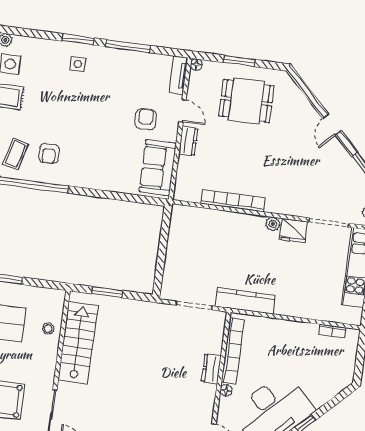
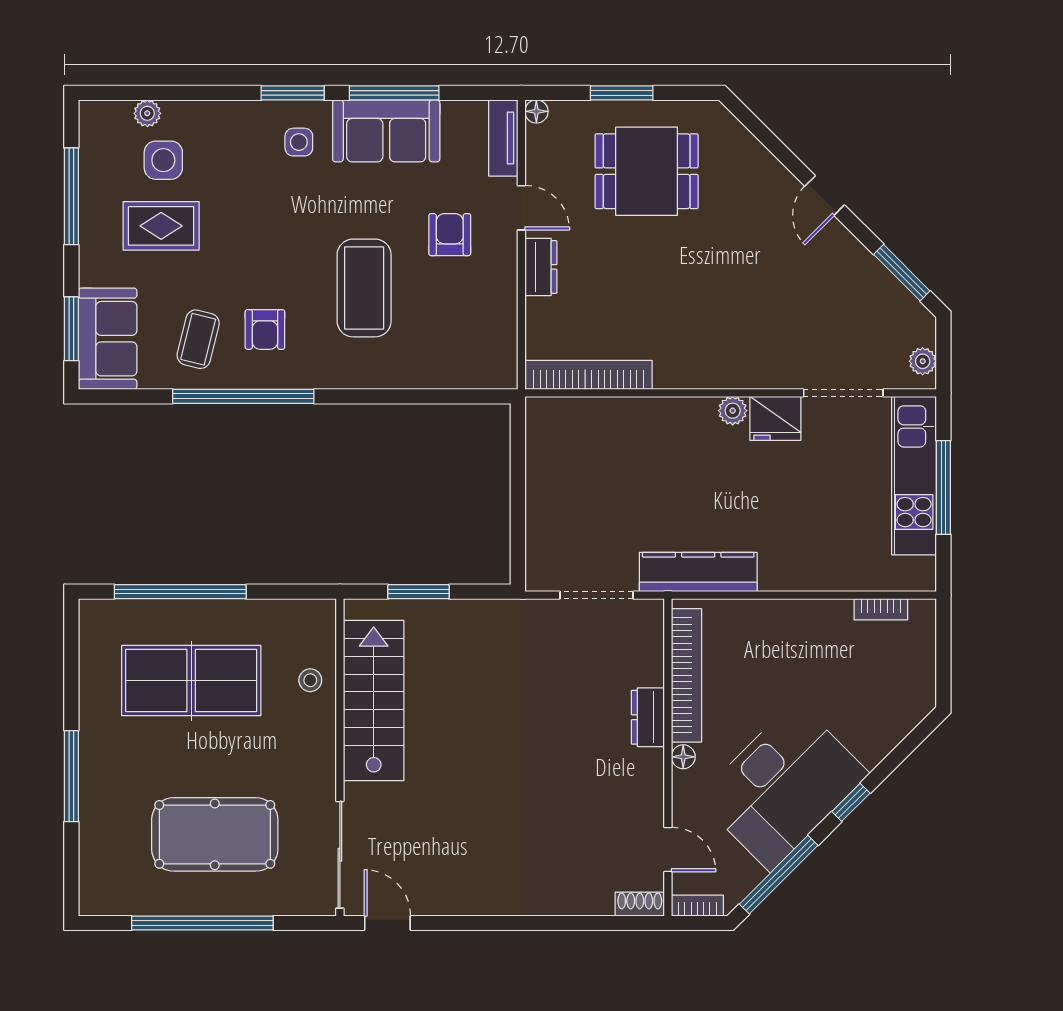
coffee table: (100, 140) -> (364, 288), added
sofa: (158, 168) -> (386, 131), moved, turned -90
bookcase: (233, 201) -> (588, 375), moved

